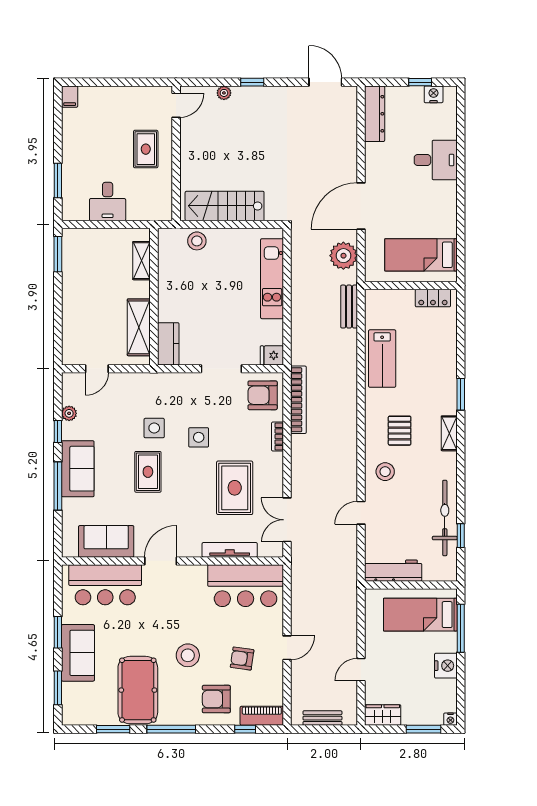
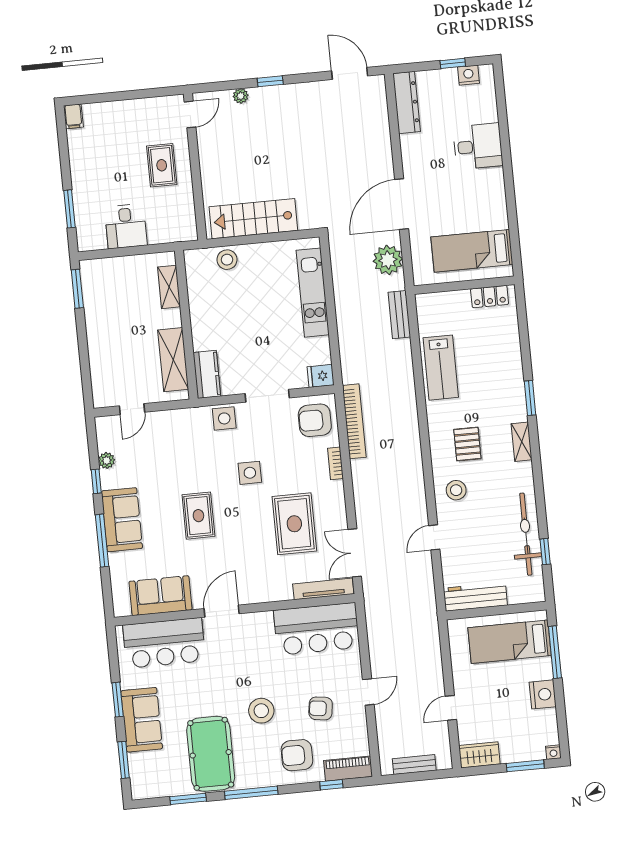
side table: (154, 428) -> (224, 418), moved
tv unit: (230, 550) -> (323, 589), moved

